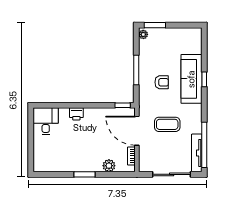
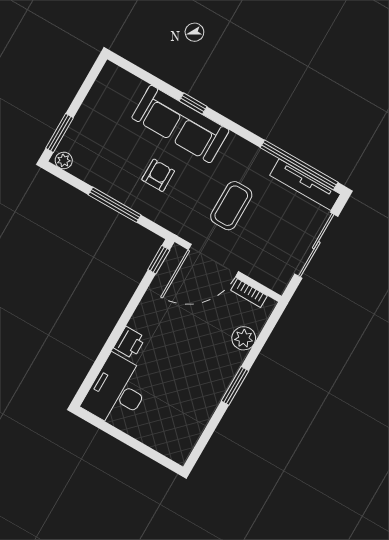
desk: (46, 121) -> (117, 391), width x1.37

